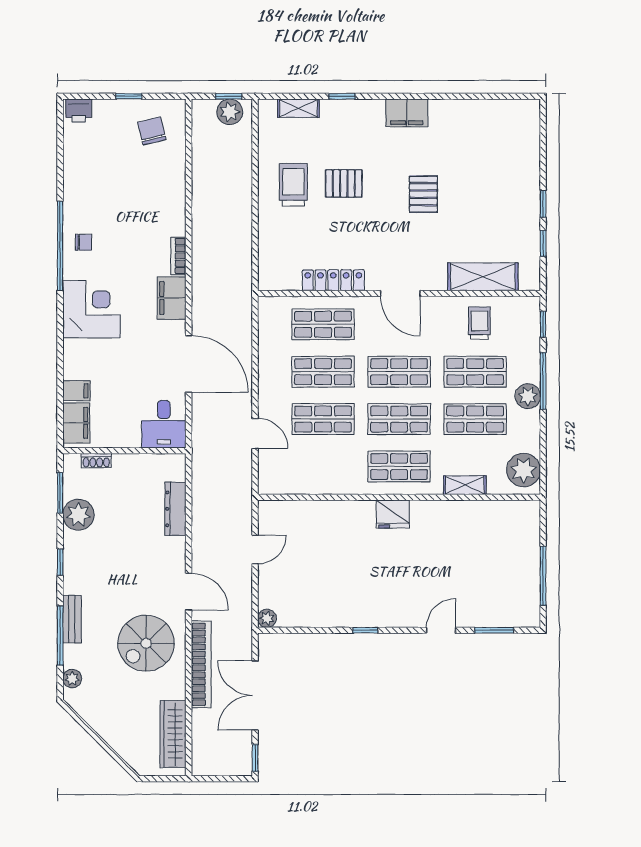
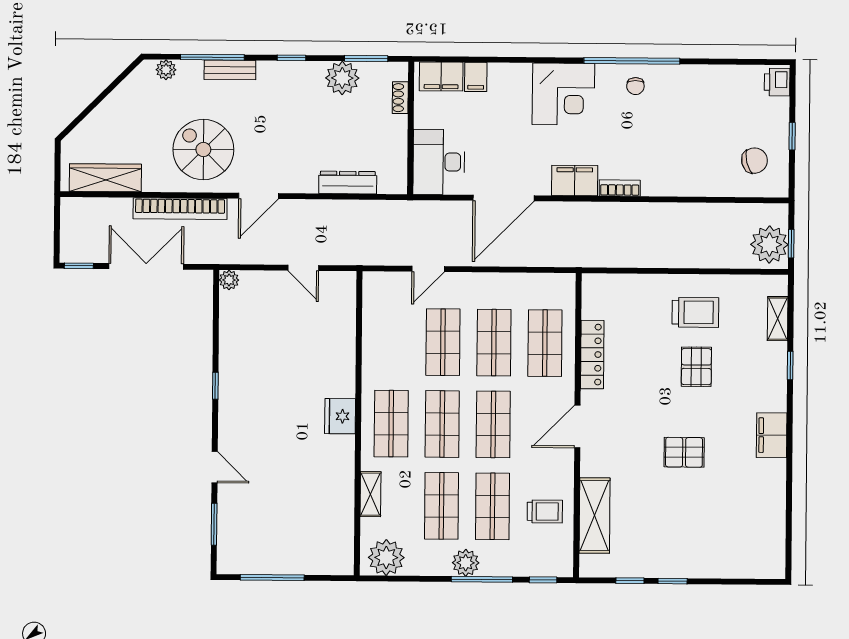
plant: (230, 112) -> (769, 245), width x1.36, depth x1.36
desk: (164, 424) -> (439, 162), width x1.37

